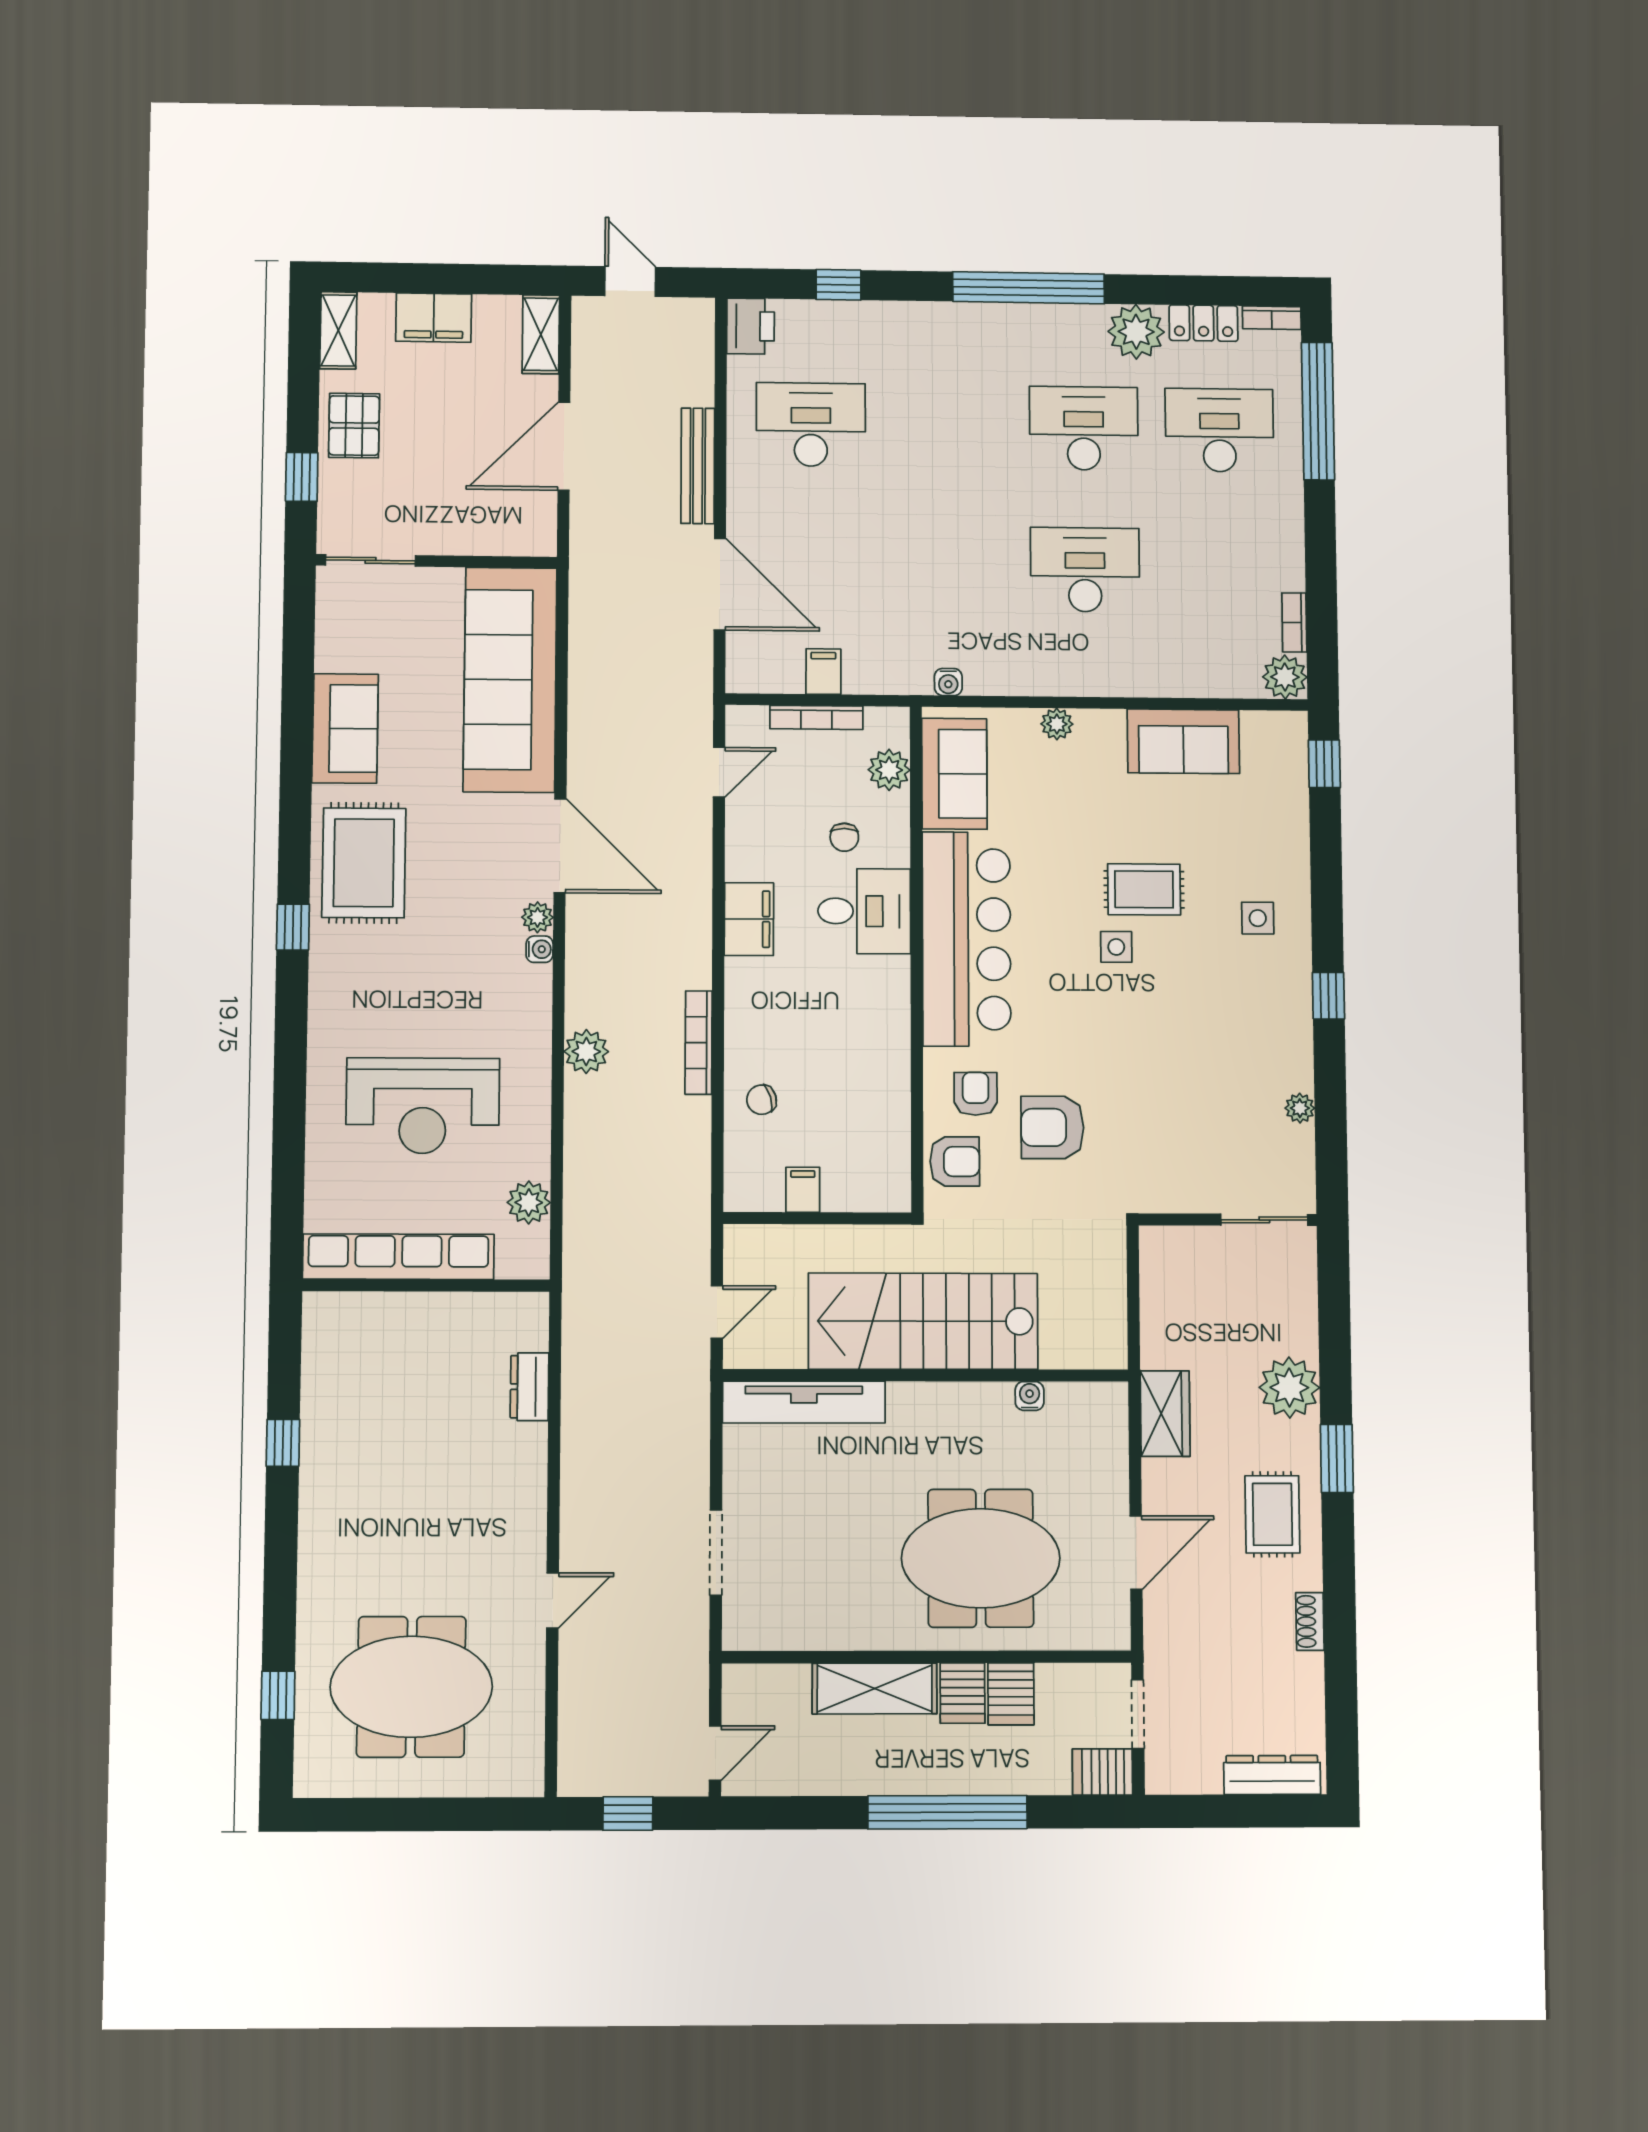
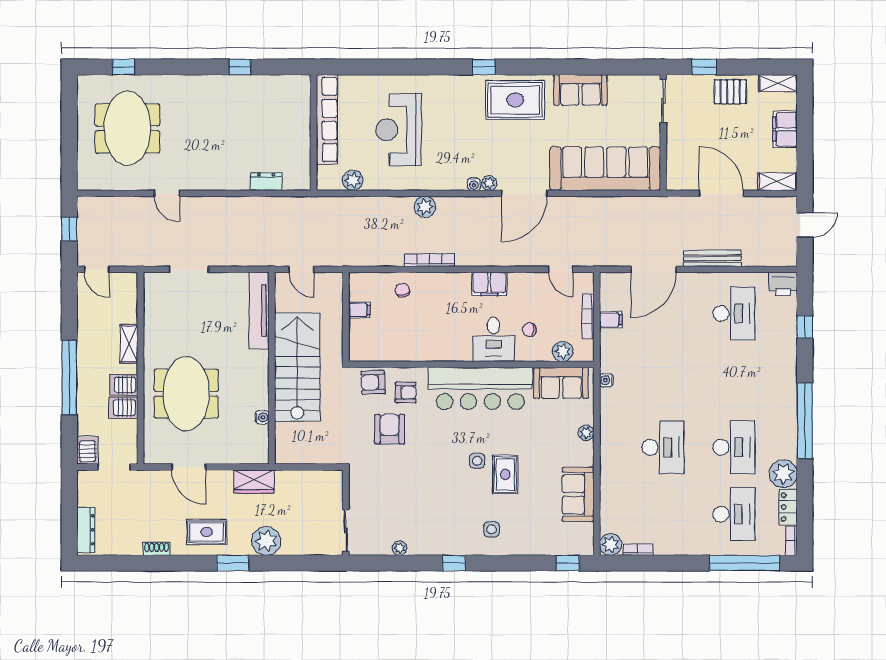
armchair: (955, 1161) -> (373, 382), turned 88
shelving: (875, 1688) -> (129, 344), width x0.67, depth x0.75

